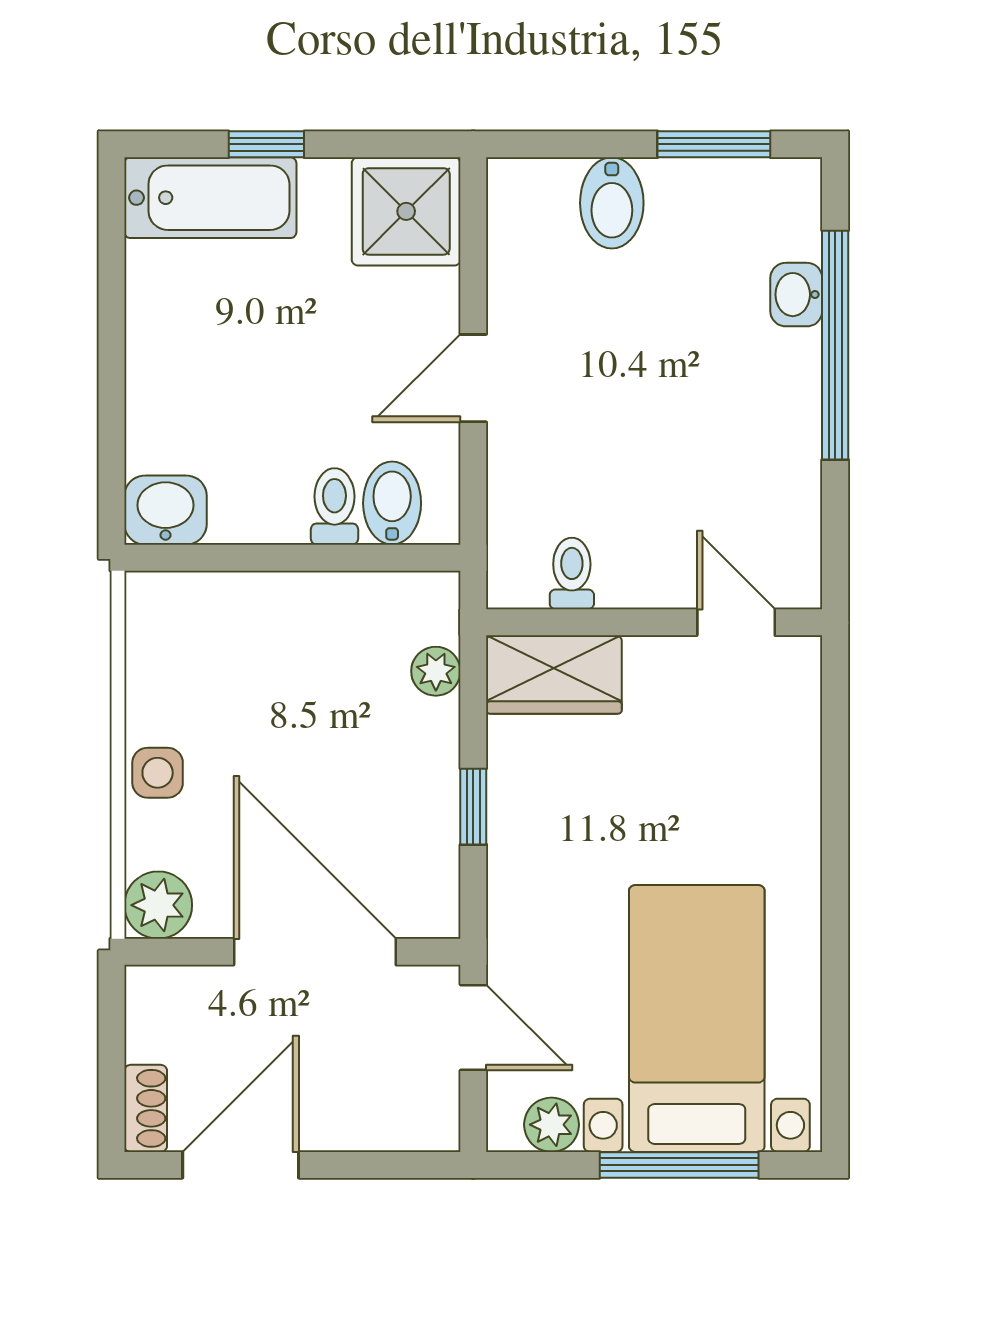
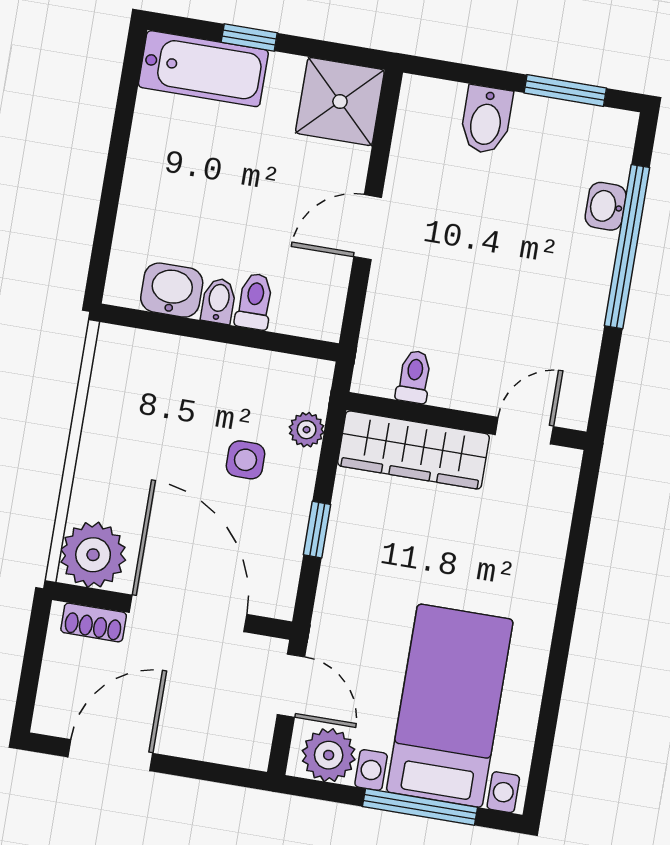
bidet: (392, 503) -> (219, 301), moved, width x0.72, depth x0.74
washbasin: (166, 510) -> (172, 290), moved
door: (736, 622) -> (524, 431), hinge flipped
wardrobe: (554, 675) -> (414, 450), width x1.50
side table: (158, 773) -> (245, 460), moved
plant: (158, 905) -> (93, 555), width x1.36, depth x1.36
shoe rack: (146, 1108) -> (94, 622), moved, turned 90
plant: (551, 1125) -> (329, 755), width x1.38, depth x1.38

